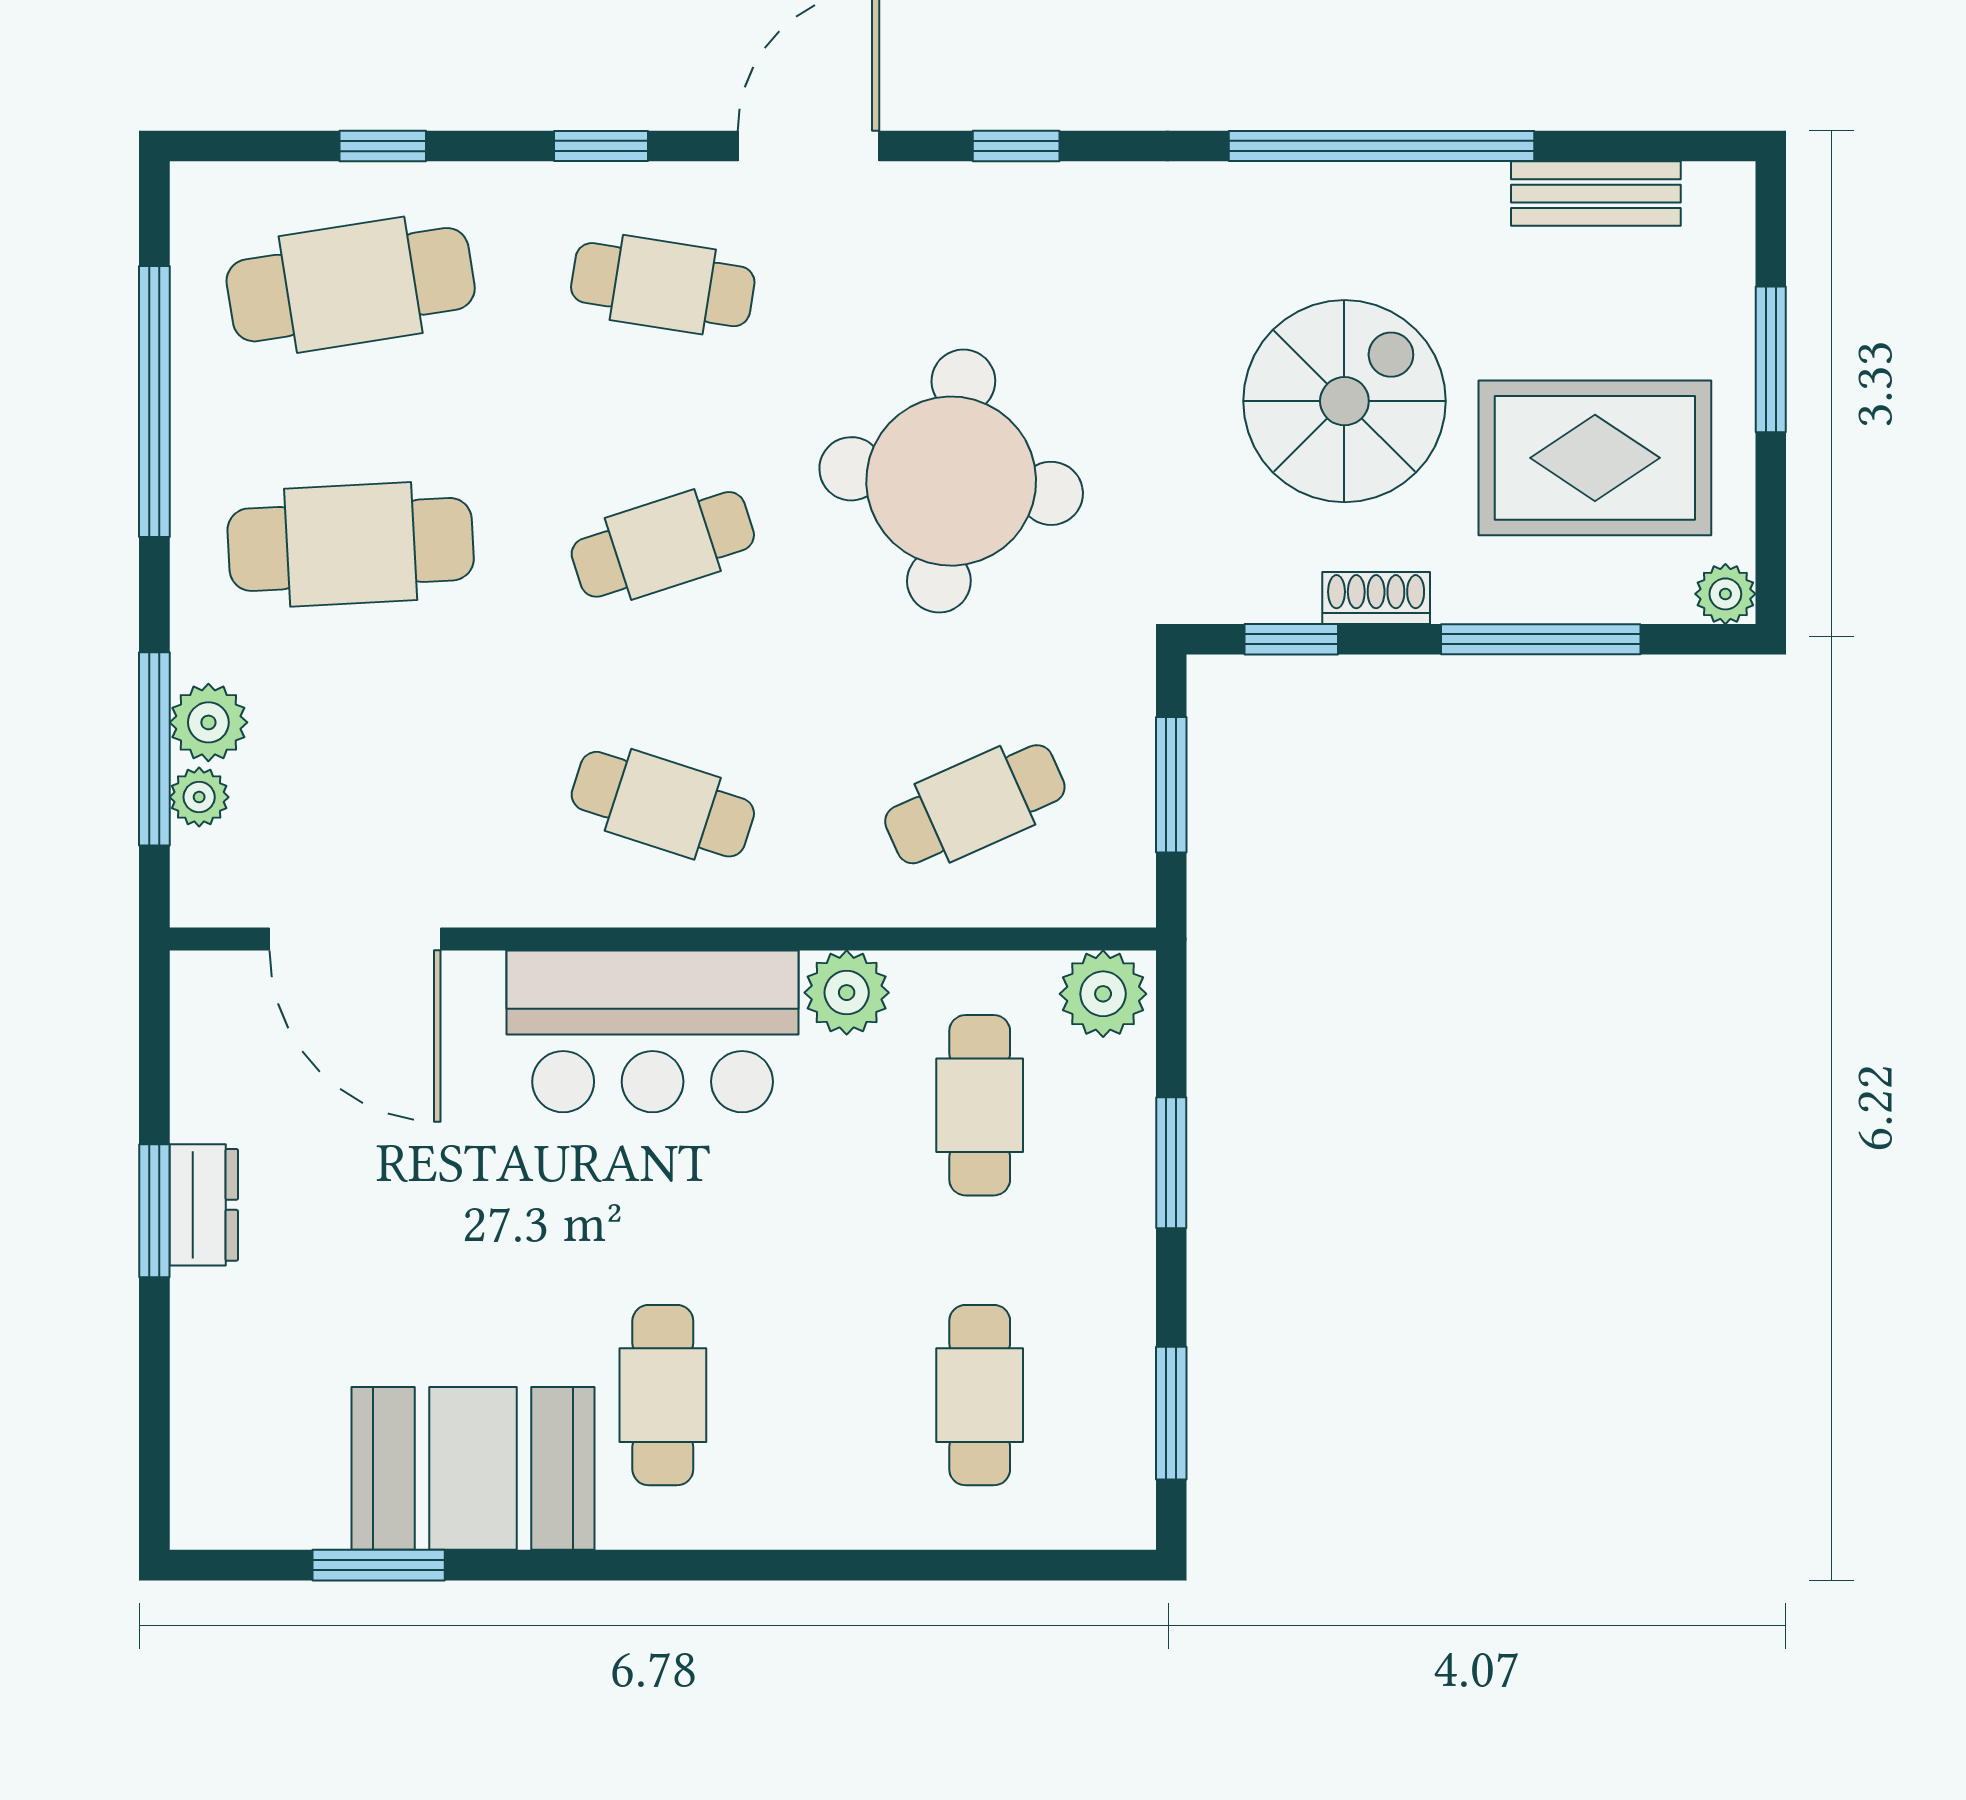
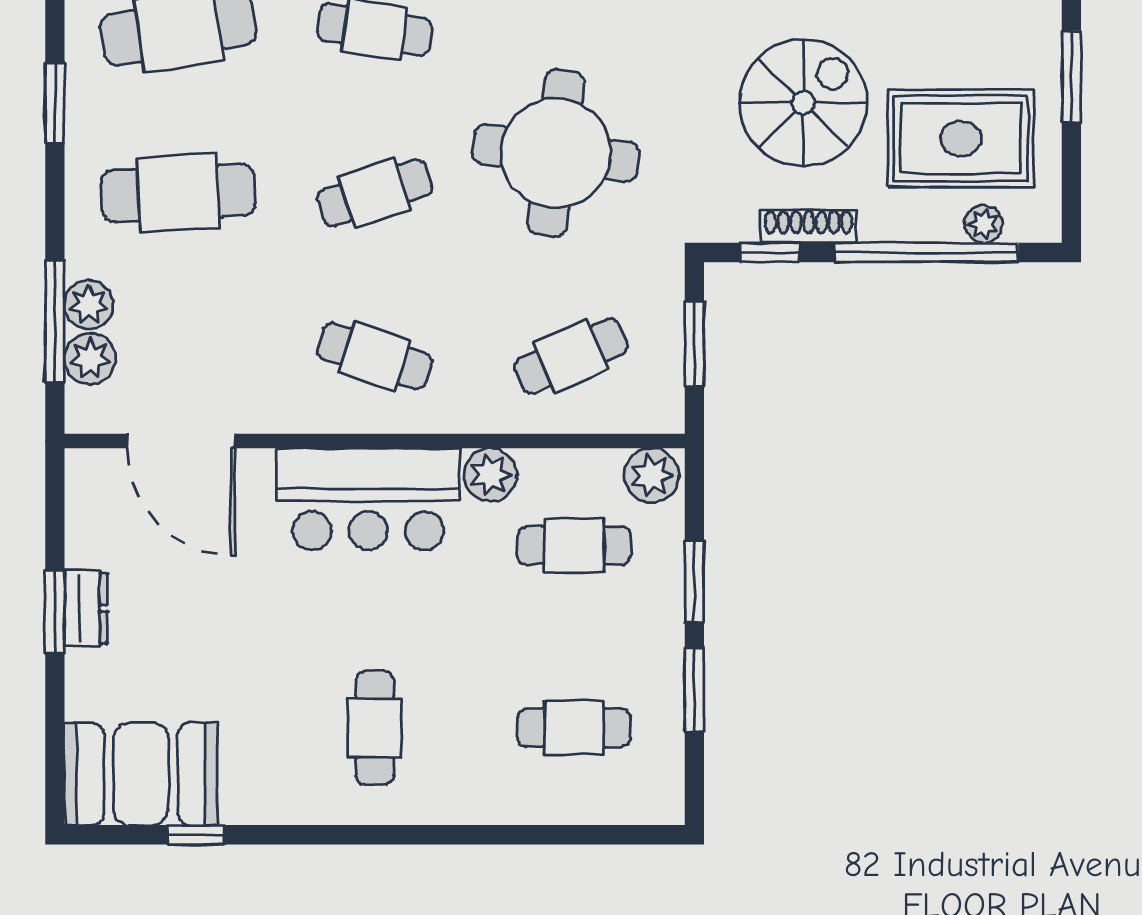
window: (154, 401) -> (55, 103), width x0.47
plant: (1725, 594) -> (984, 224), moved
shoe rack: (1376, 598) -> (809, 227), width x1.43
window: (1541, 639) -> (927, 253), width x1.46
plant: (199, 797) -> (90, 359), width x1.38, depth x1.38
cafe table: (980, 1105) -> (574, 546), turned 90
cafe table: (980, 1395) -> (574, 728), turned 90
window: (1171, 1413) -> (694, 690), moved
booth: (473, 1468) -> (141, 774), moved
window: (379, 1565) -> (196, 835), width x0.67

